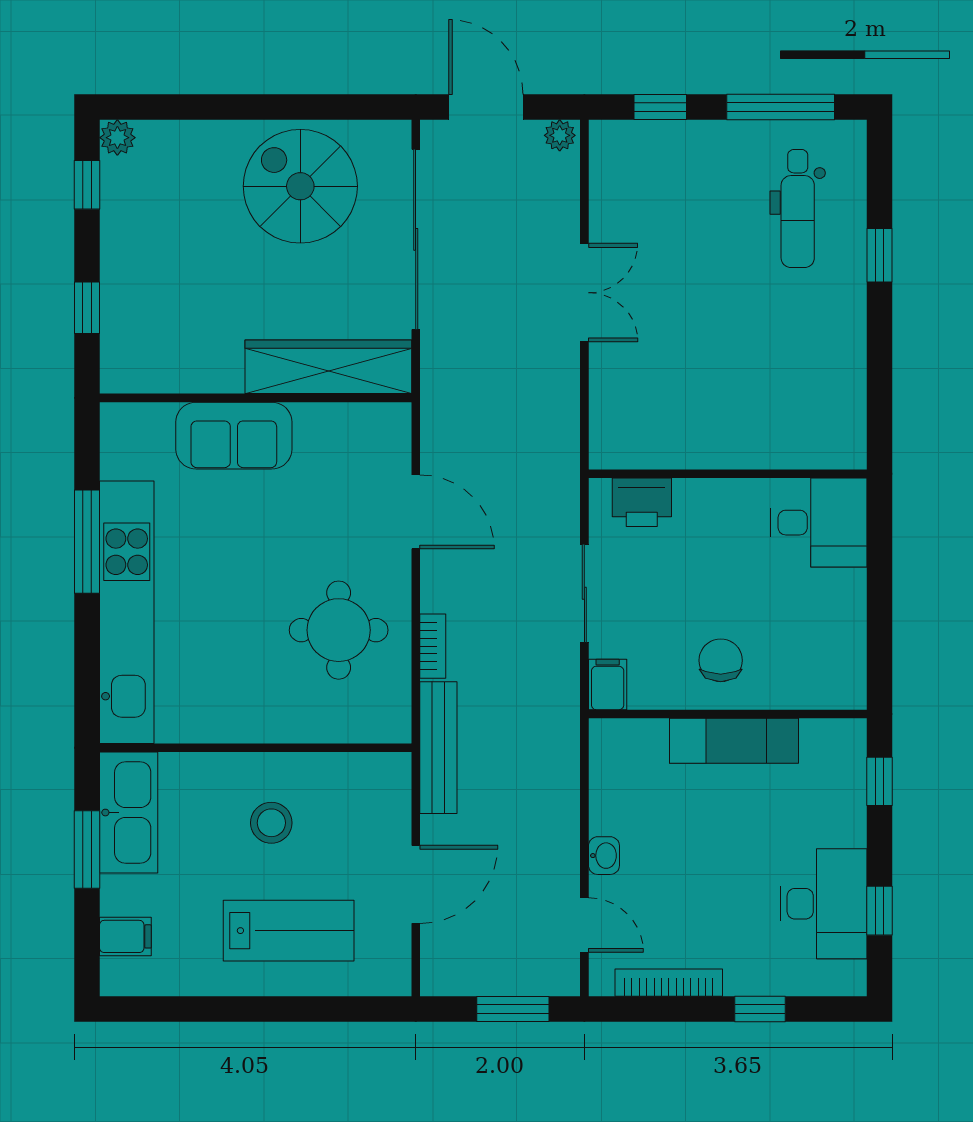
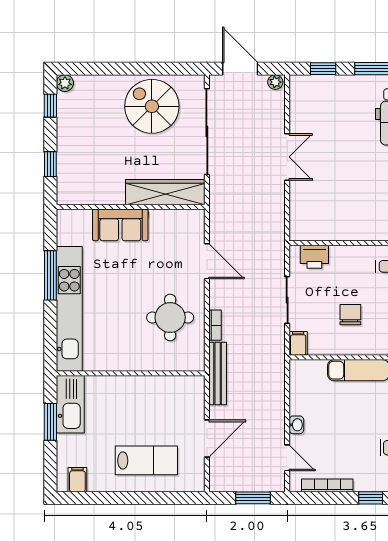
chair: (721, 660) -> (350, 315), moved
stool: (271, 823) -> (138, 409), removed
filing cabinet: (125, 936) -> (77, 480), moved, turned -90

